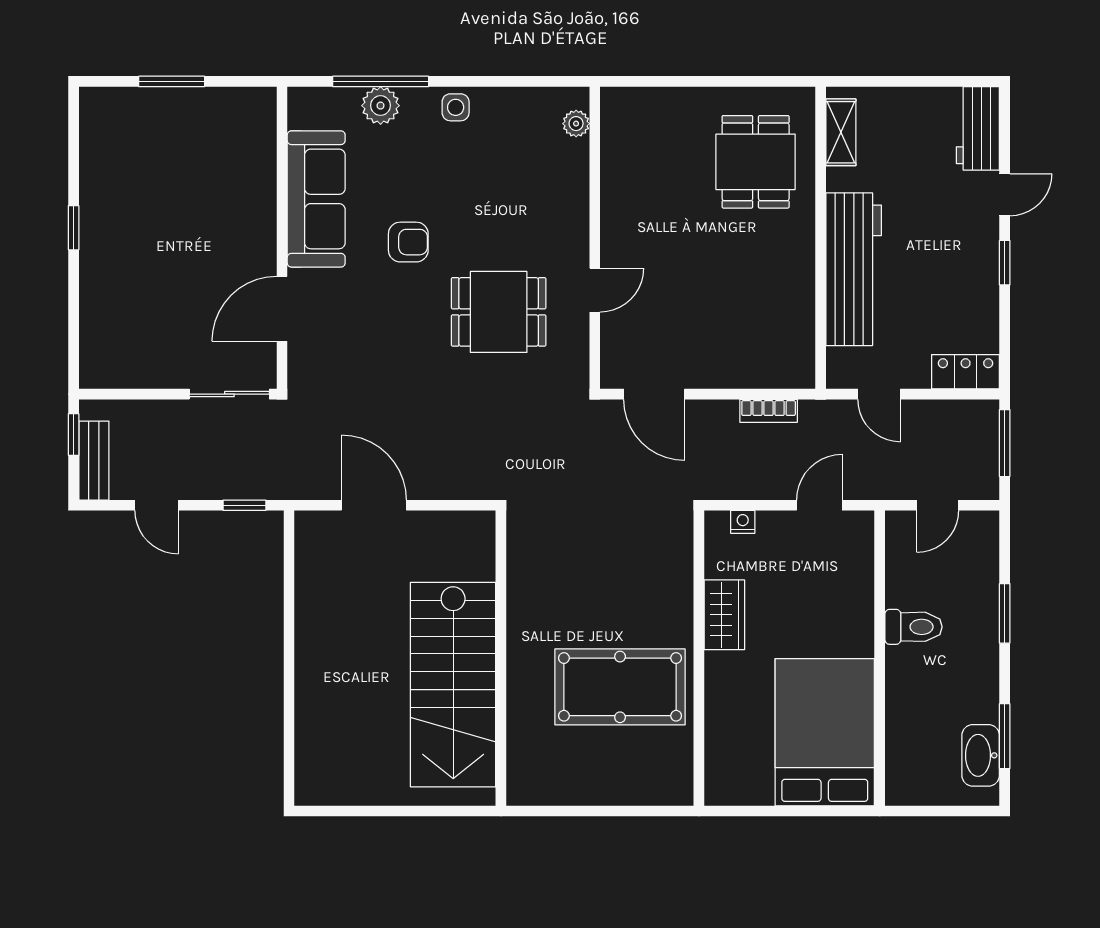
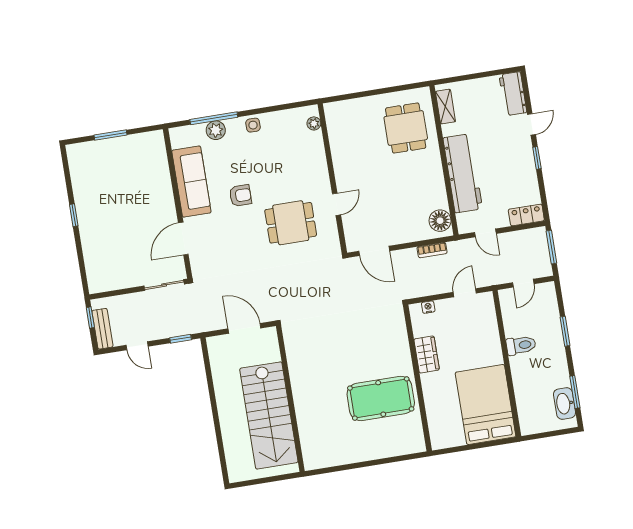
floor lamp: (794, 355) -> (440, 221), added
wall: (501, 658) -> (290, 399), moved
stairs: (453, 685) -> (269, 415), moved

